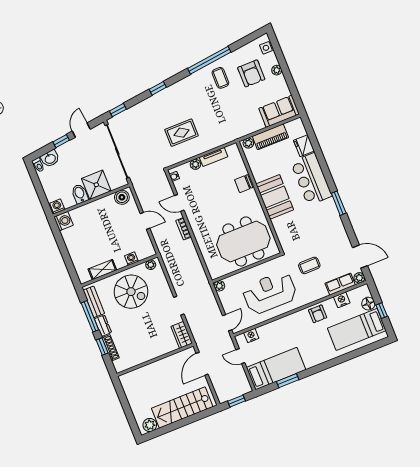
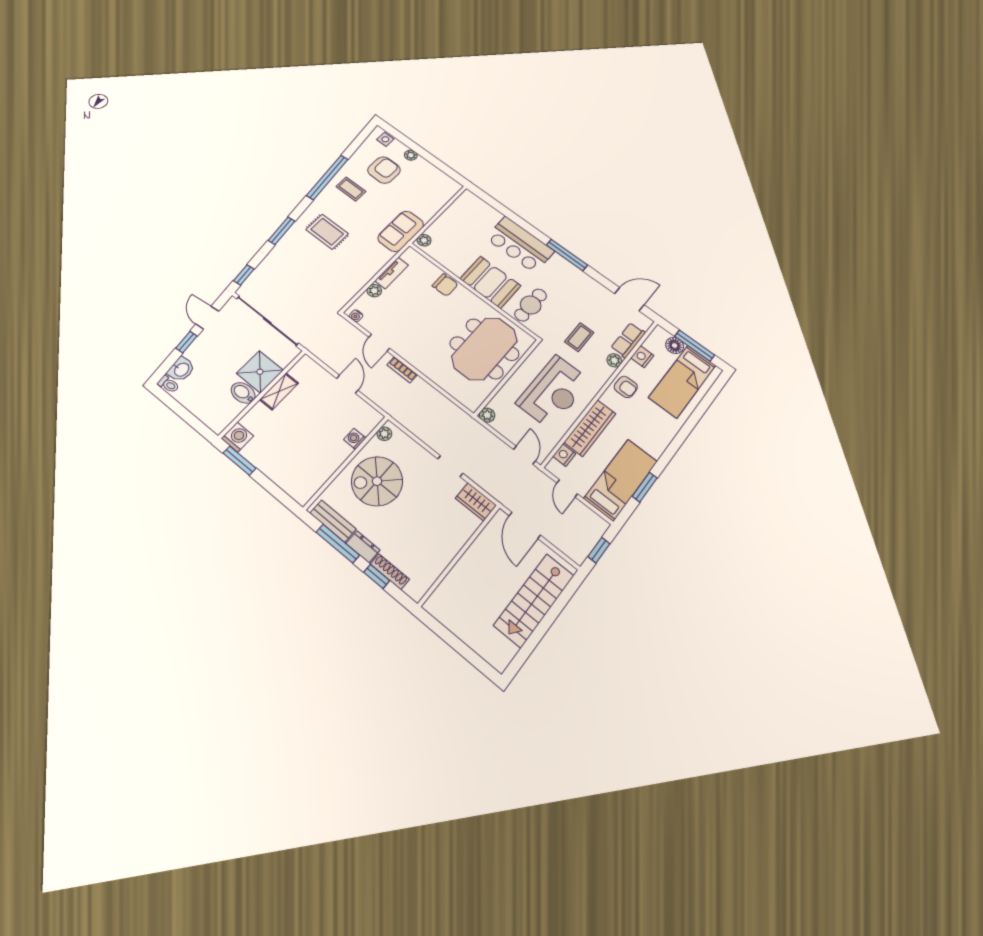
armchair: (251, 73) -> (384, 170), turned -90
window: (158, 88) -> (282, 231), width x1.50
sofa: (279, 111) -> (401, 231), moved
rug: (182, 133) -> (327, 232), moved, turned 90
piano: (270, 137) -> (445, 223), removed
fridge: (304, 146) -> (489, 215), removed
chair: (244, 184) -> (445, 285), turned -90
boiler: (122, 197) -> (302, 371), removed
door: (179, 203) -> (379, 343), hinge flipped
window: (339, 203) -> (567, 255), width x1.44
washing machine: (57, 206) -> (219, 423), removed
door: (145, 221) -> (347, 384), hinge flipped
cafe table: (291, 227) -> (531, 305), added
window: (58, 237) -> (240, 461), added
shelving: (102, 270) -> (279, 391), moved
plant: (359, 278) -> (614, 360), moved
spiral stairs: (131, 292) -> (377, 481), turned 180
reception desk: (270, 293) -> (553, 392), turned 180
window: (382, 311) -> (695, 346), width x2.17
wardrobe: (278, 327) -> (590, 428), added
door: (240, 356) -> (567, 488), hinge flipped
plant: (150, 425) -> (505, 652), removed

